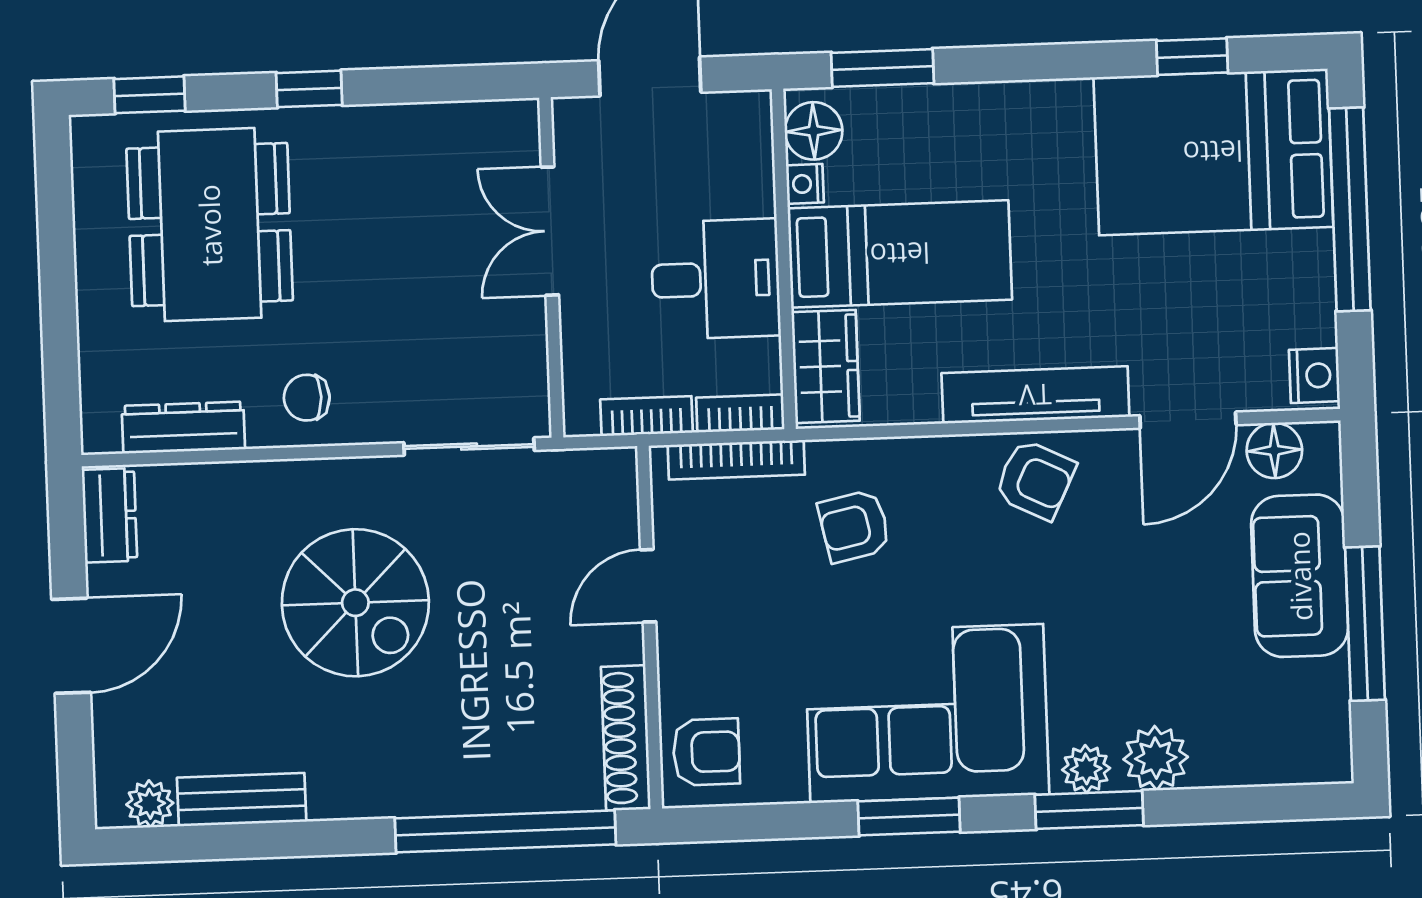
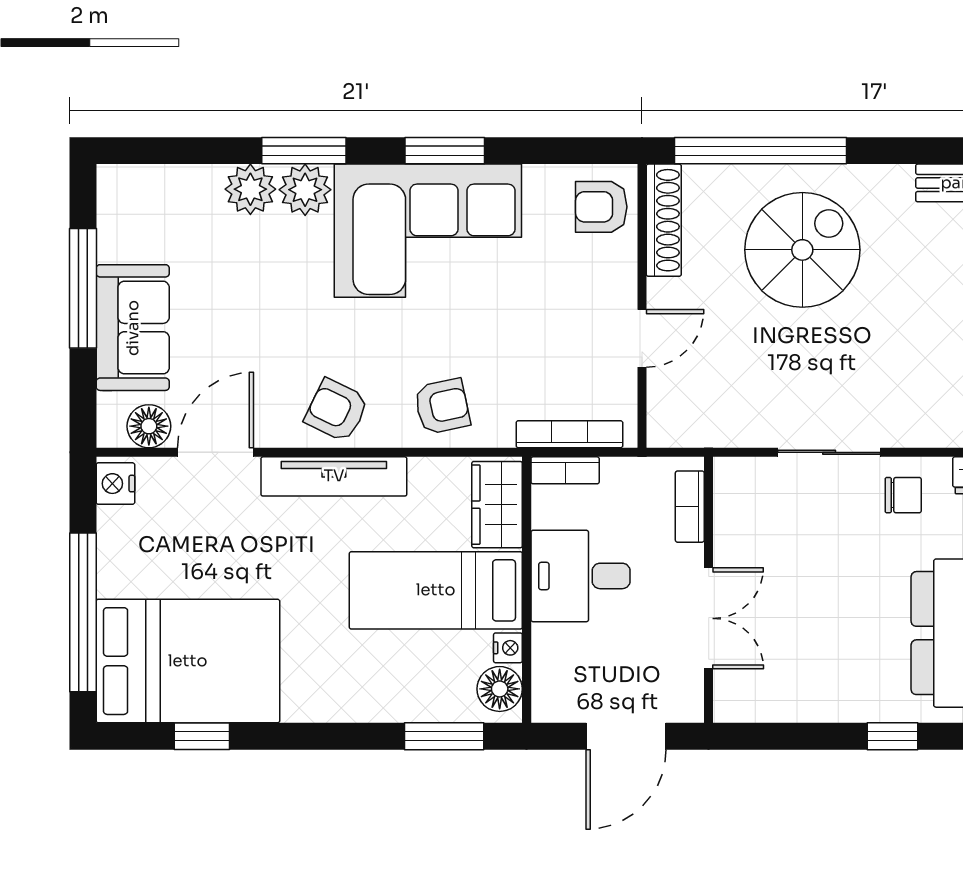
bookcase: (647, 416) -> (690, 507), moved, turned 90
sliding door: (469, 447) -> (829, 452), moved
armchair: (854, 526) -> (442, 406), moved
spiral stairs: (355, 603) -> (802, 250), moved, turned 90
plant: (1086, 769) -> (305, 190), width x1.38, depth x1.38

